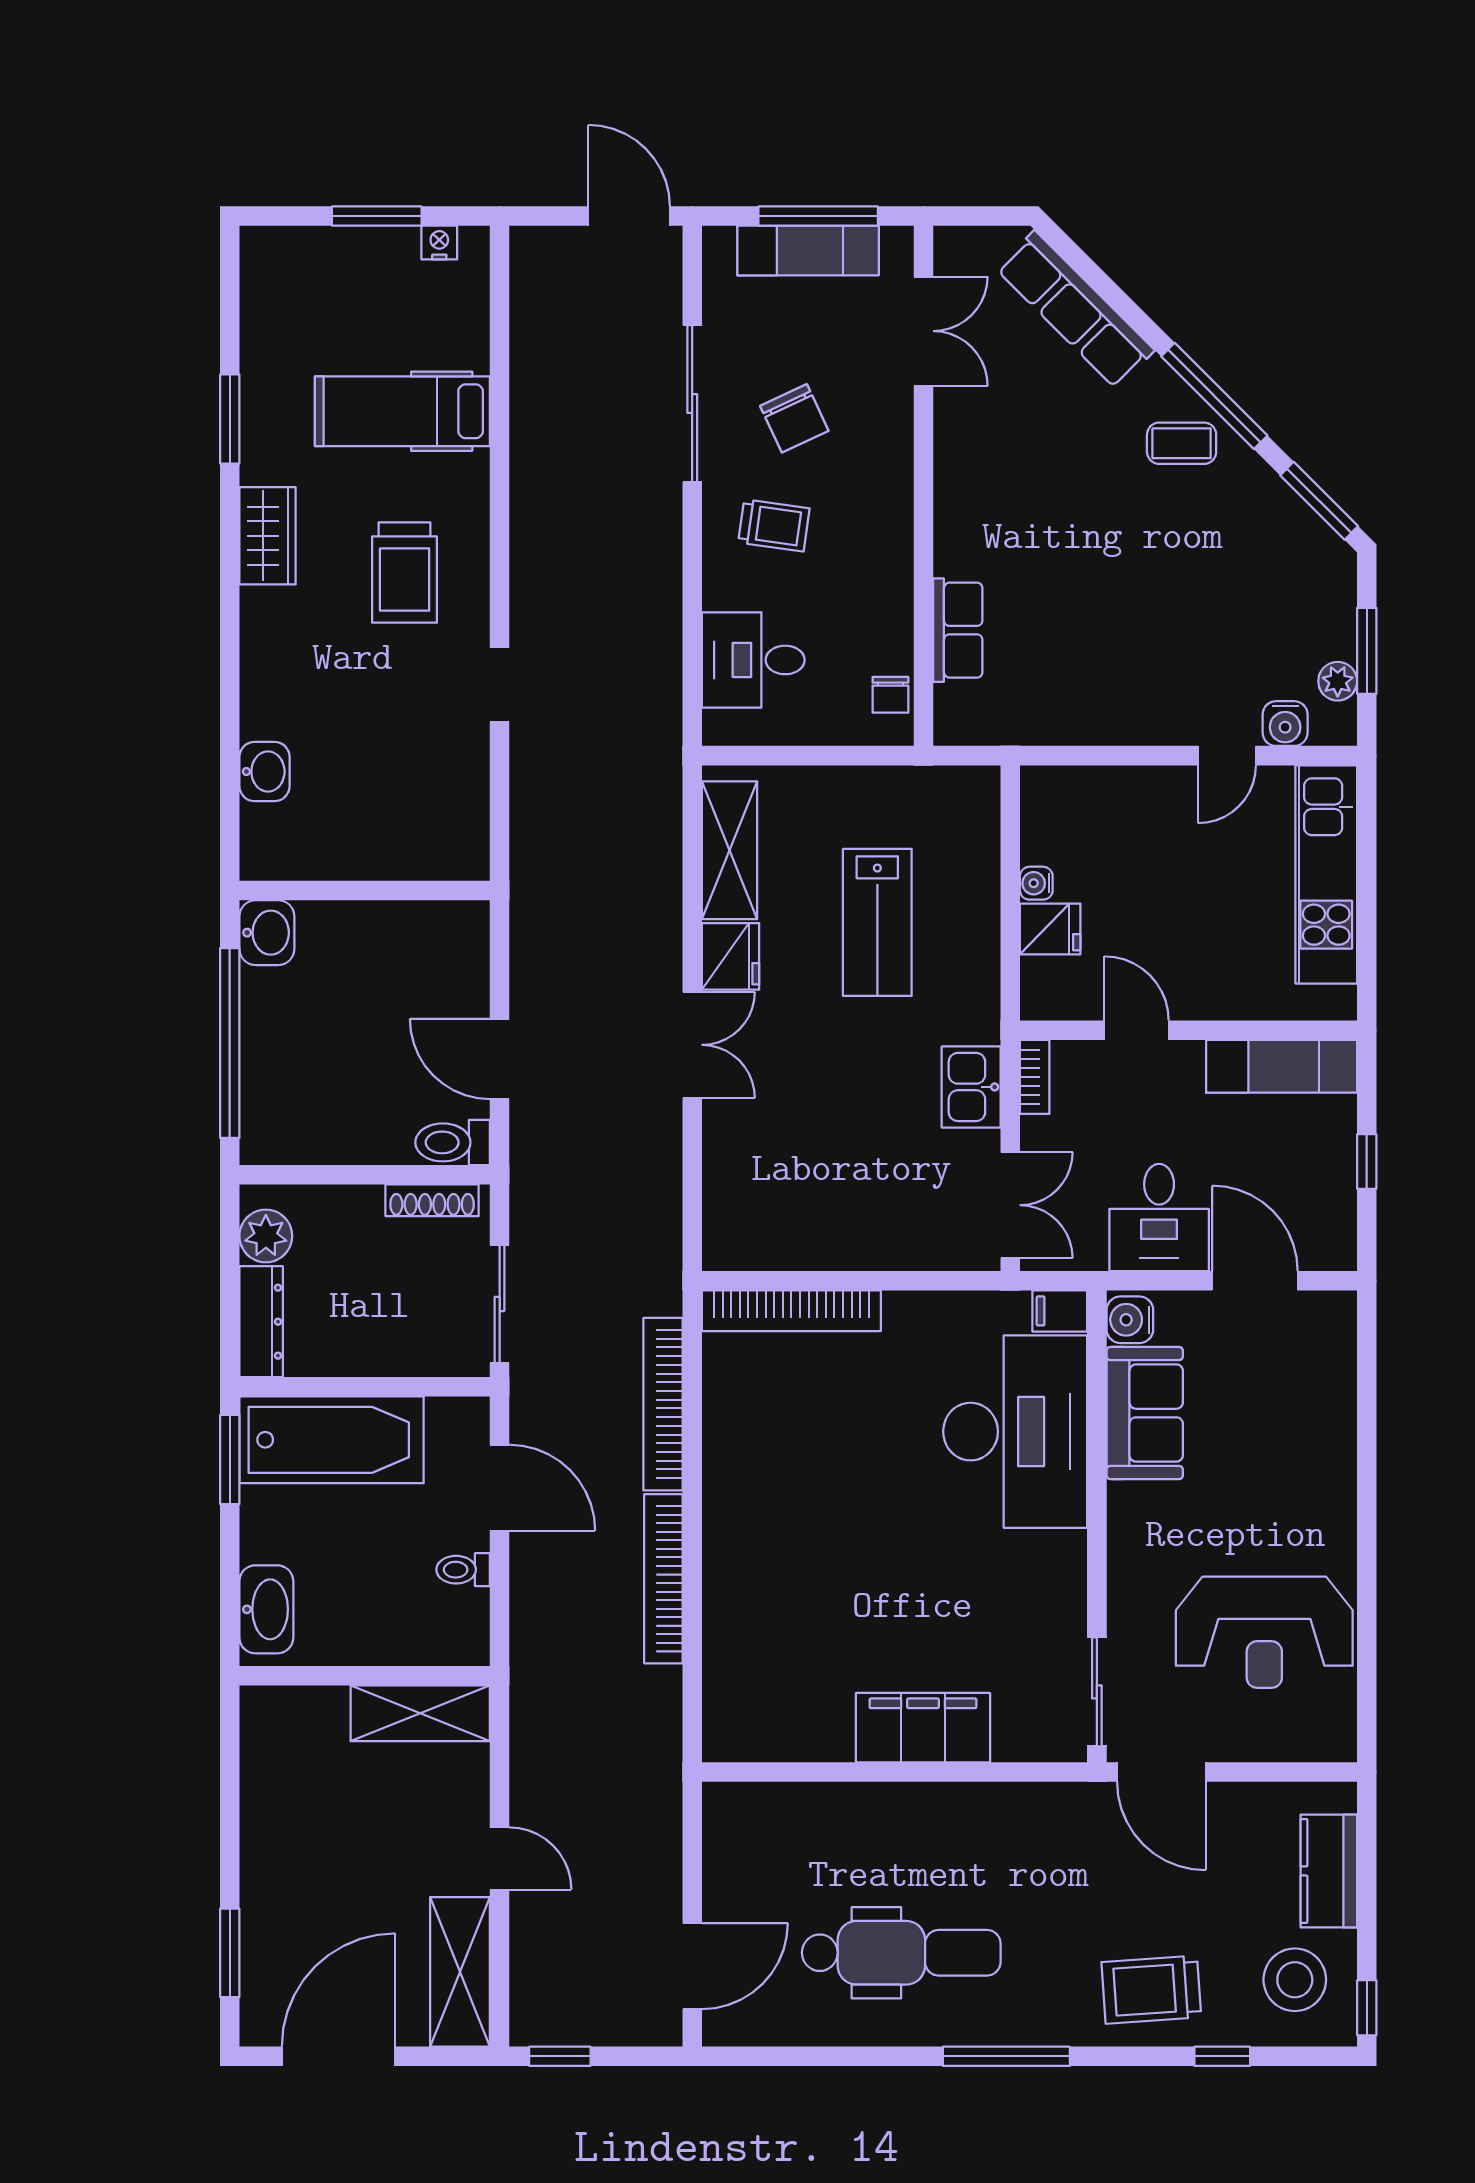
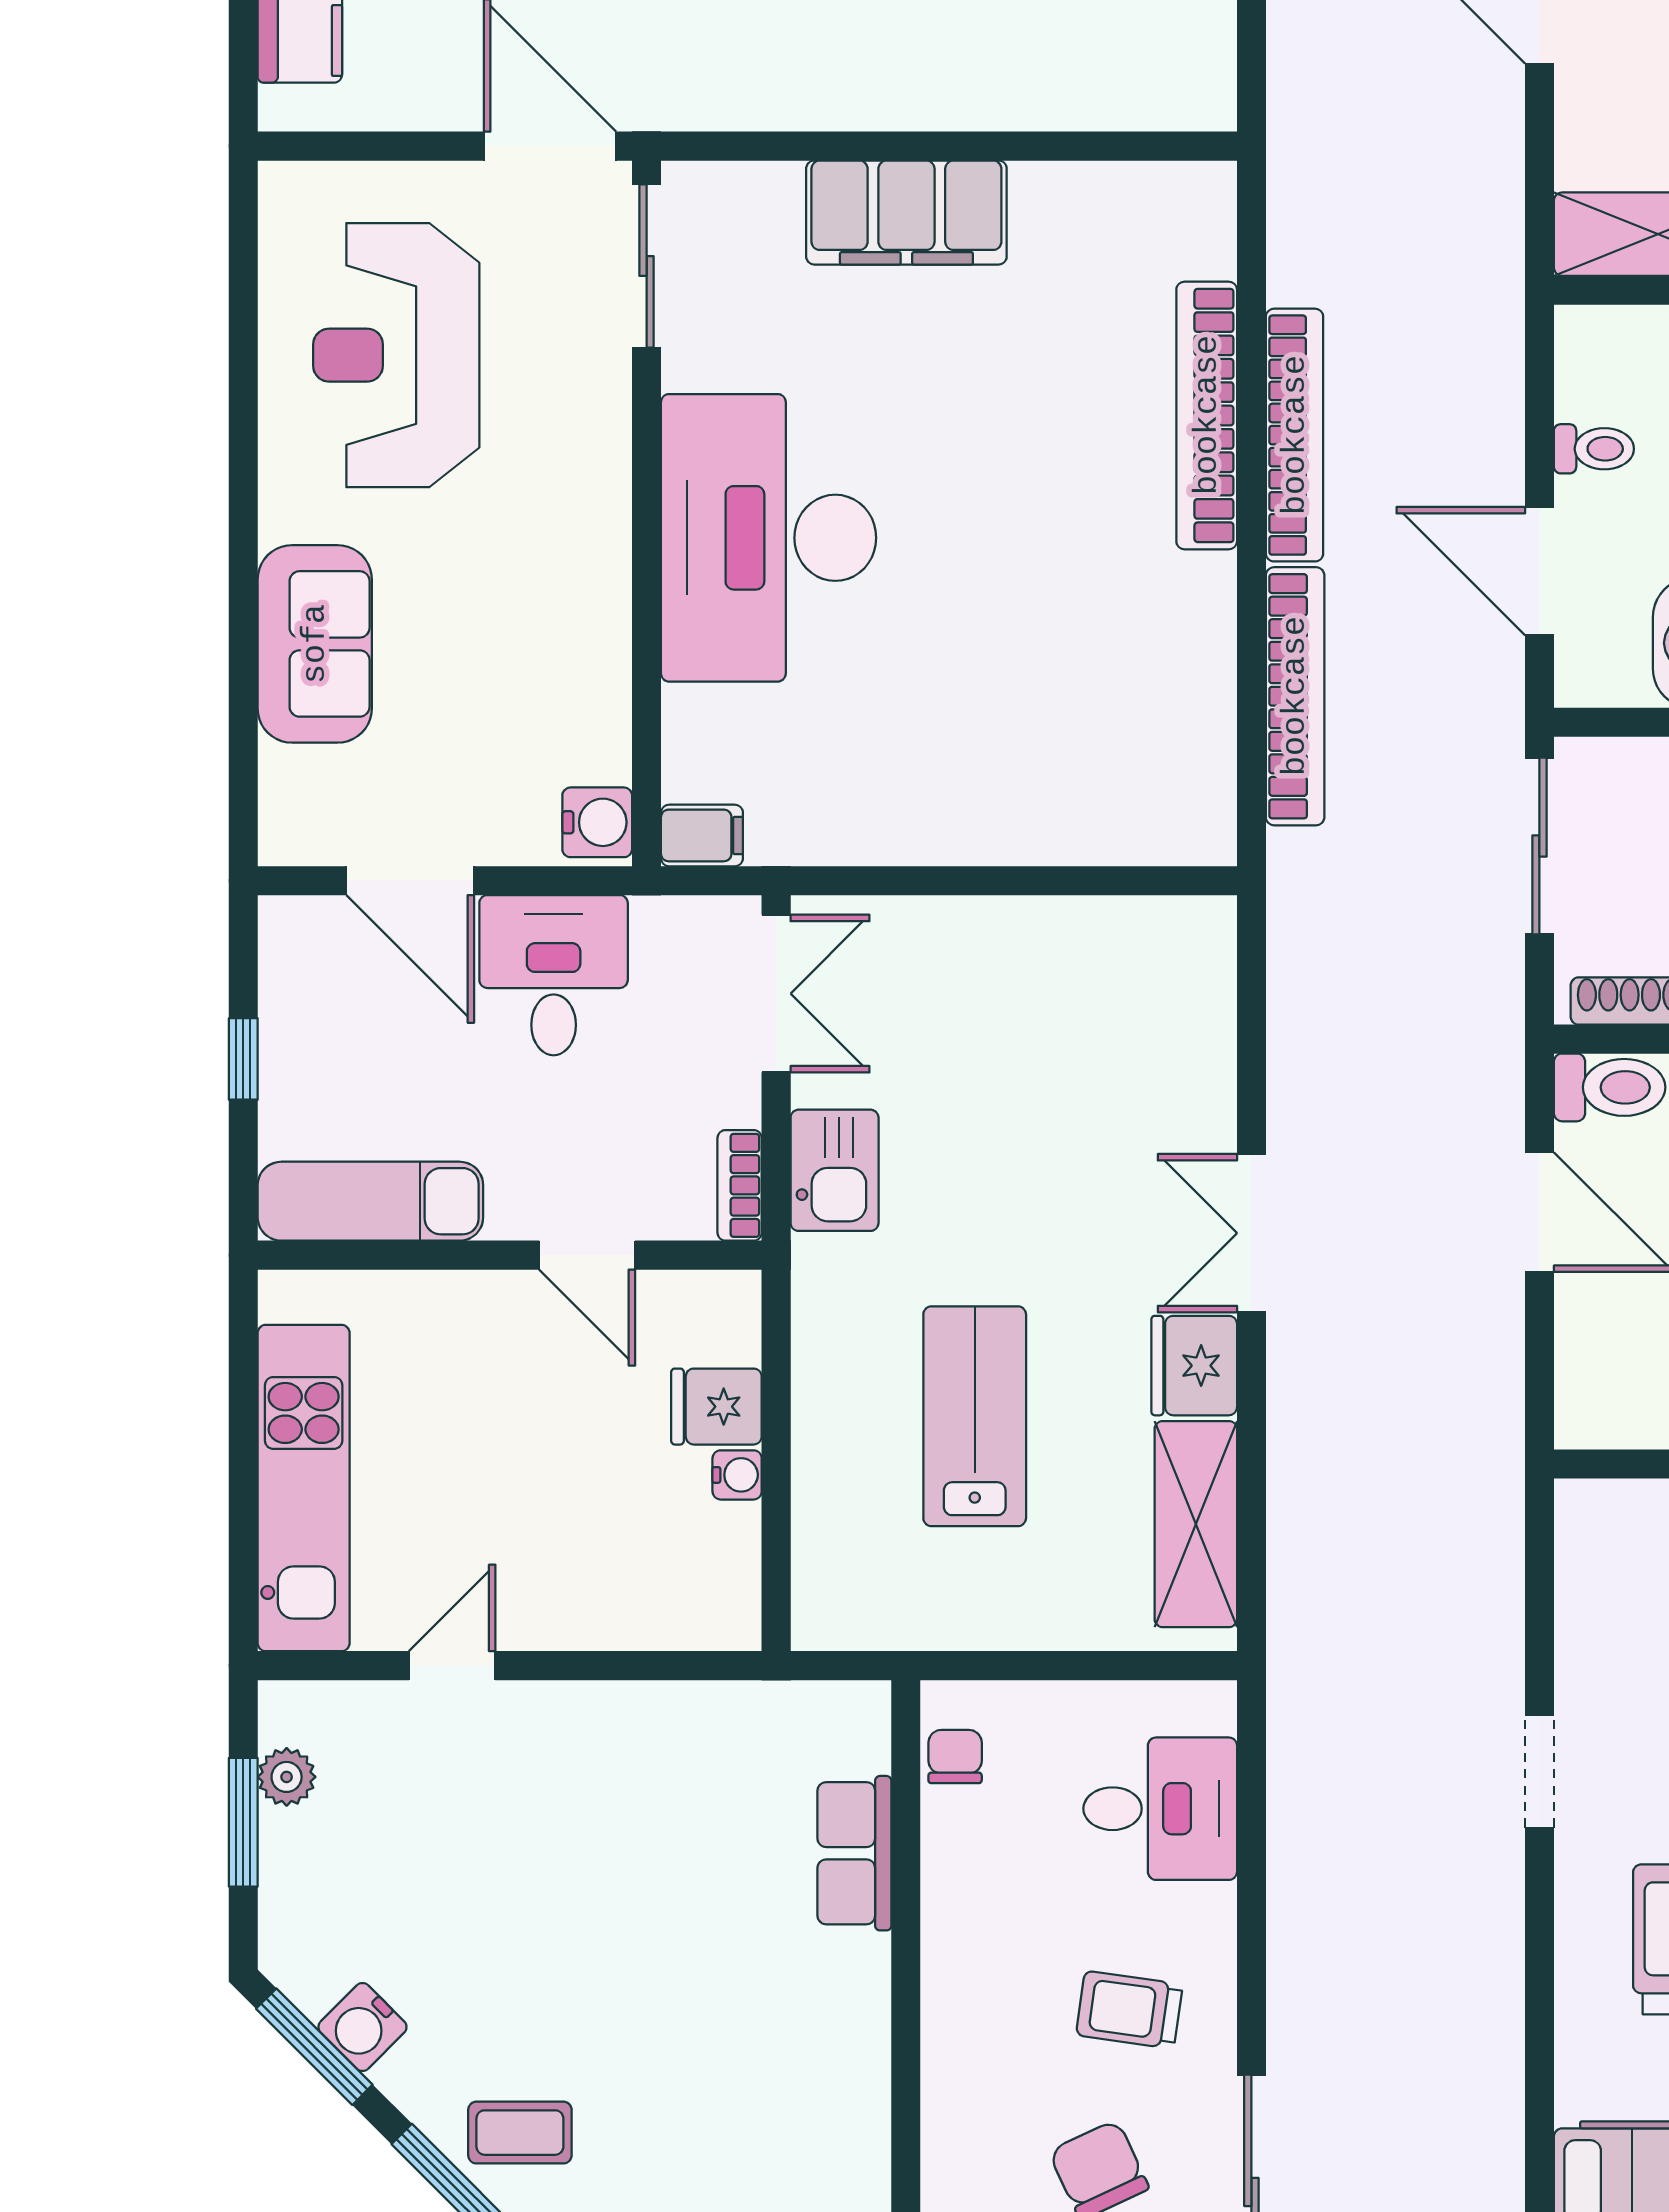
water cooler: (1285, 724) -> (362, 2027), moved, turned -135
double door: (1010, 1205) -> (776, 994), swing flipped
bookcase: (791, 1311) -> (1207, 415), moved, turned -90
sofa: (1145, 1413) -> (315, 644), moved, turned 180
desk: (1015, 1432) -> (769, 538), moved
reception desk: (1264, 1632) -> (396, 355), turned -90

